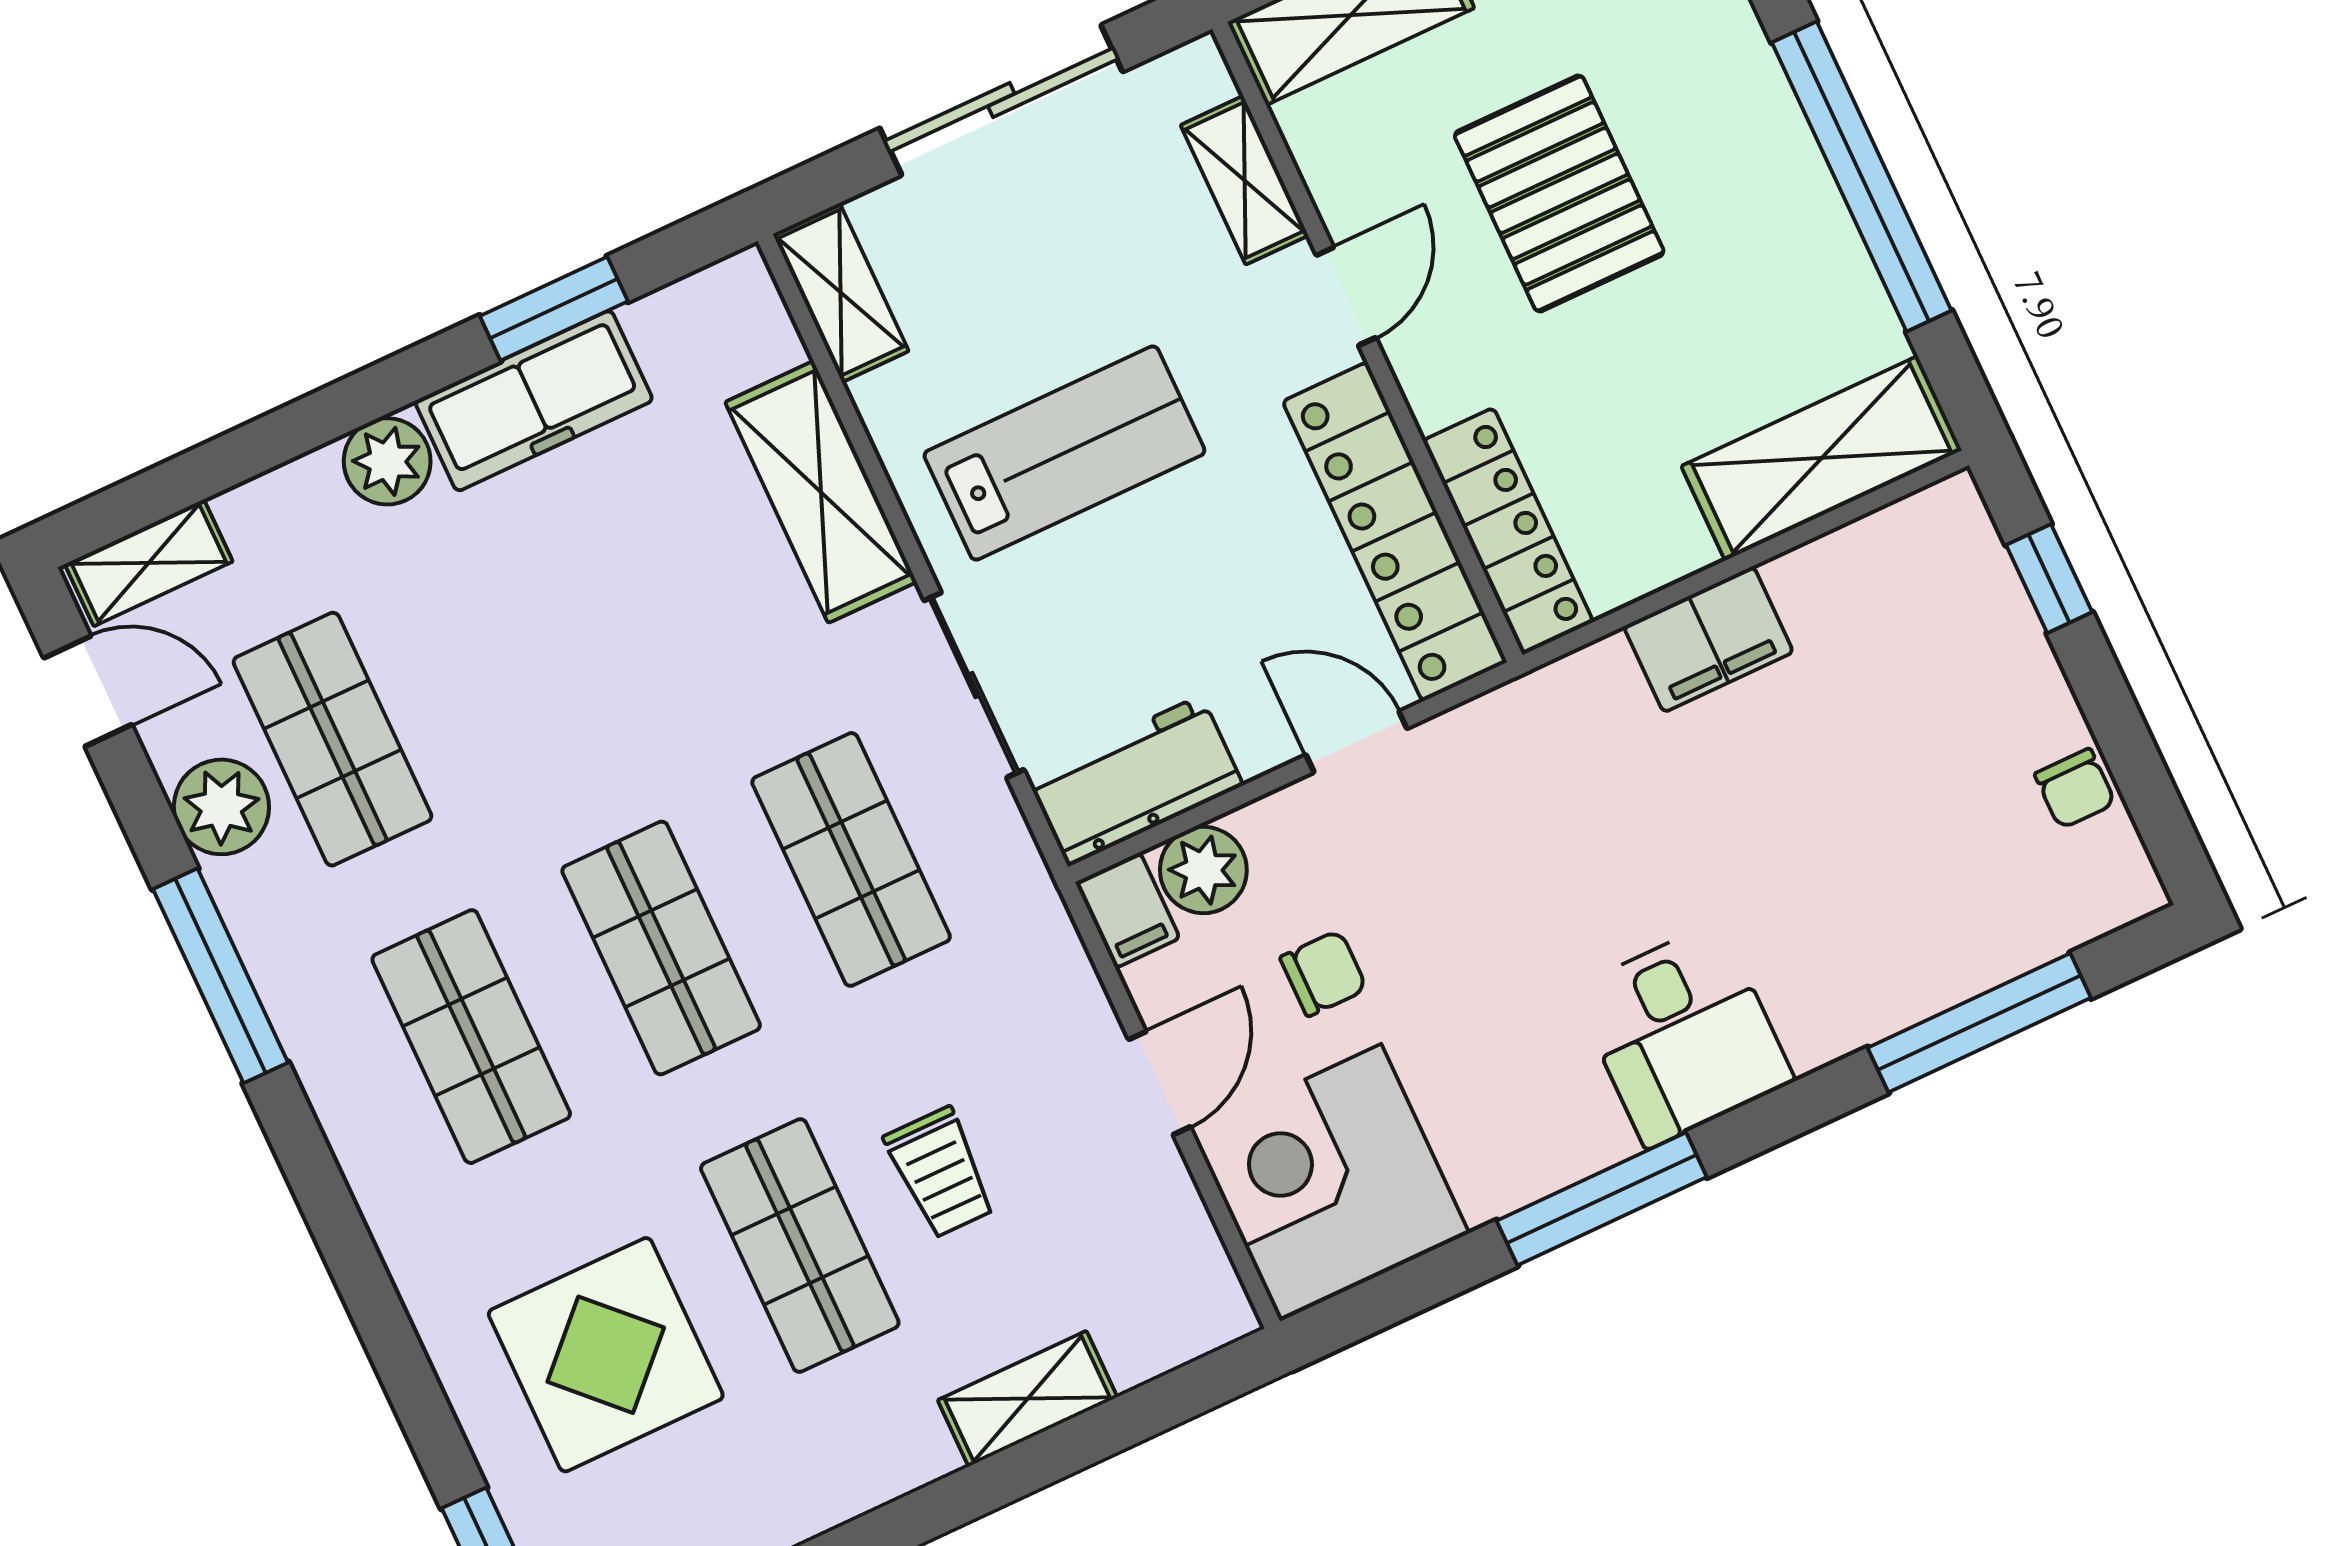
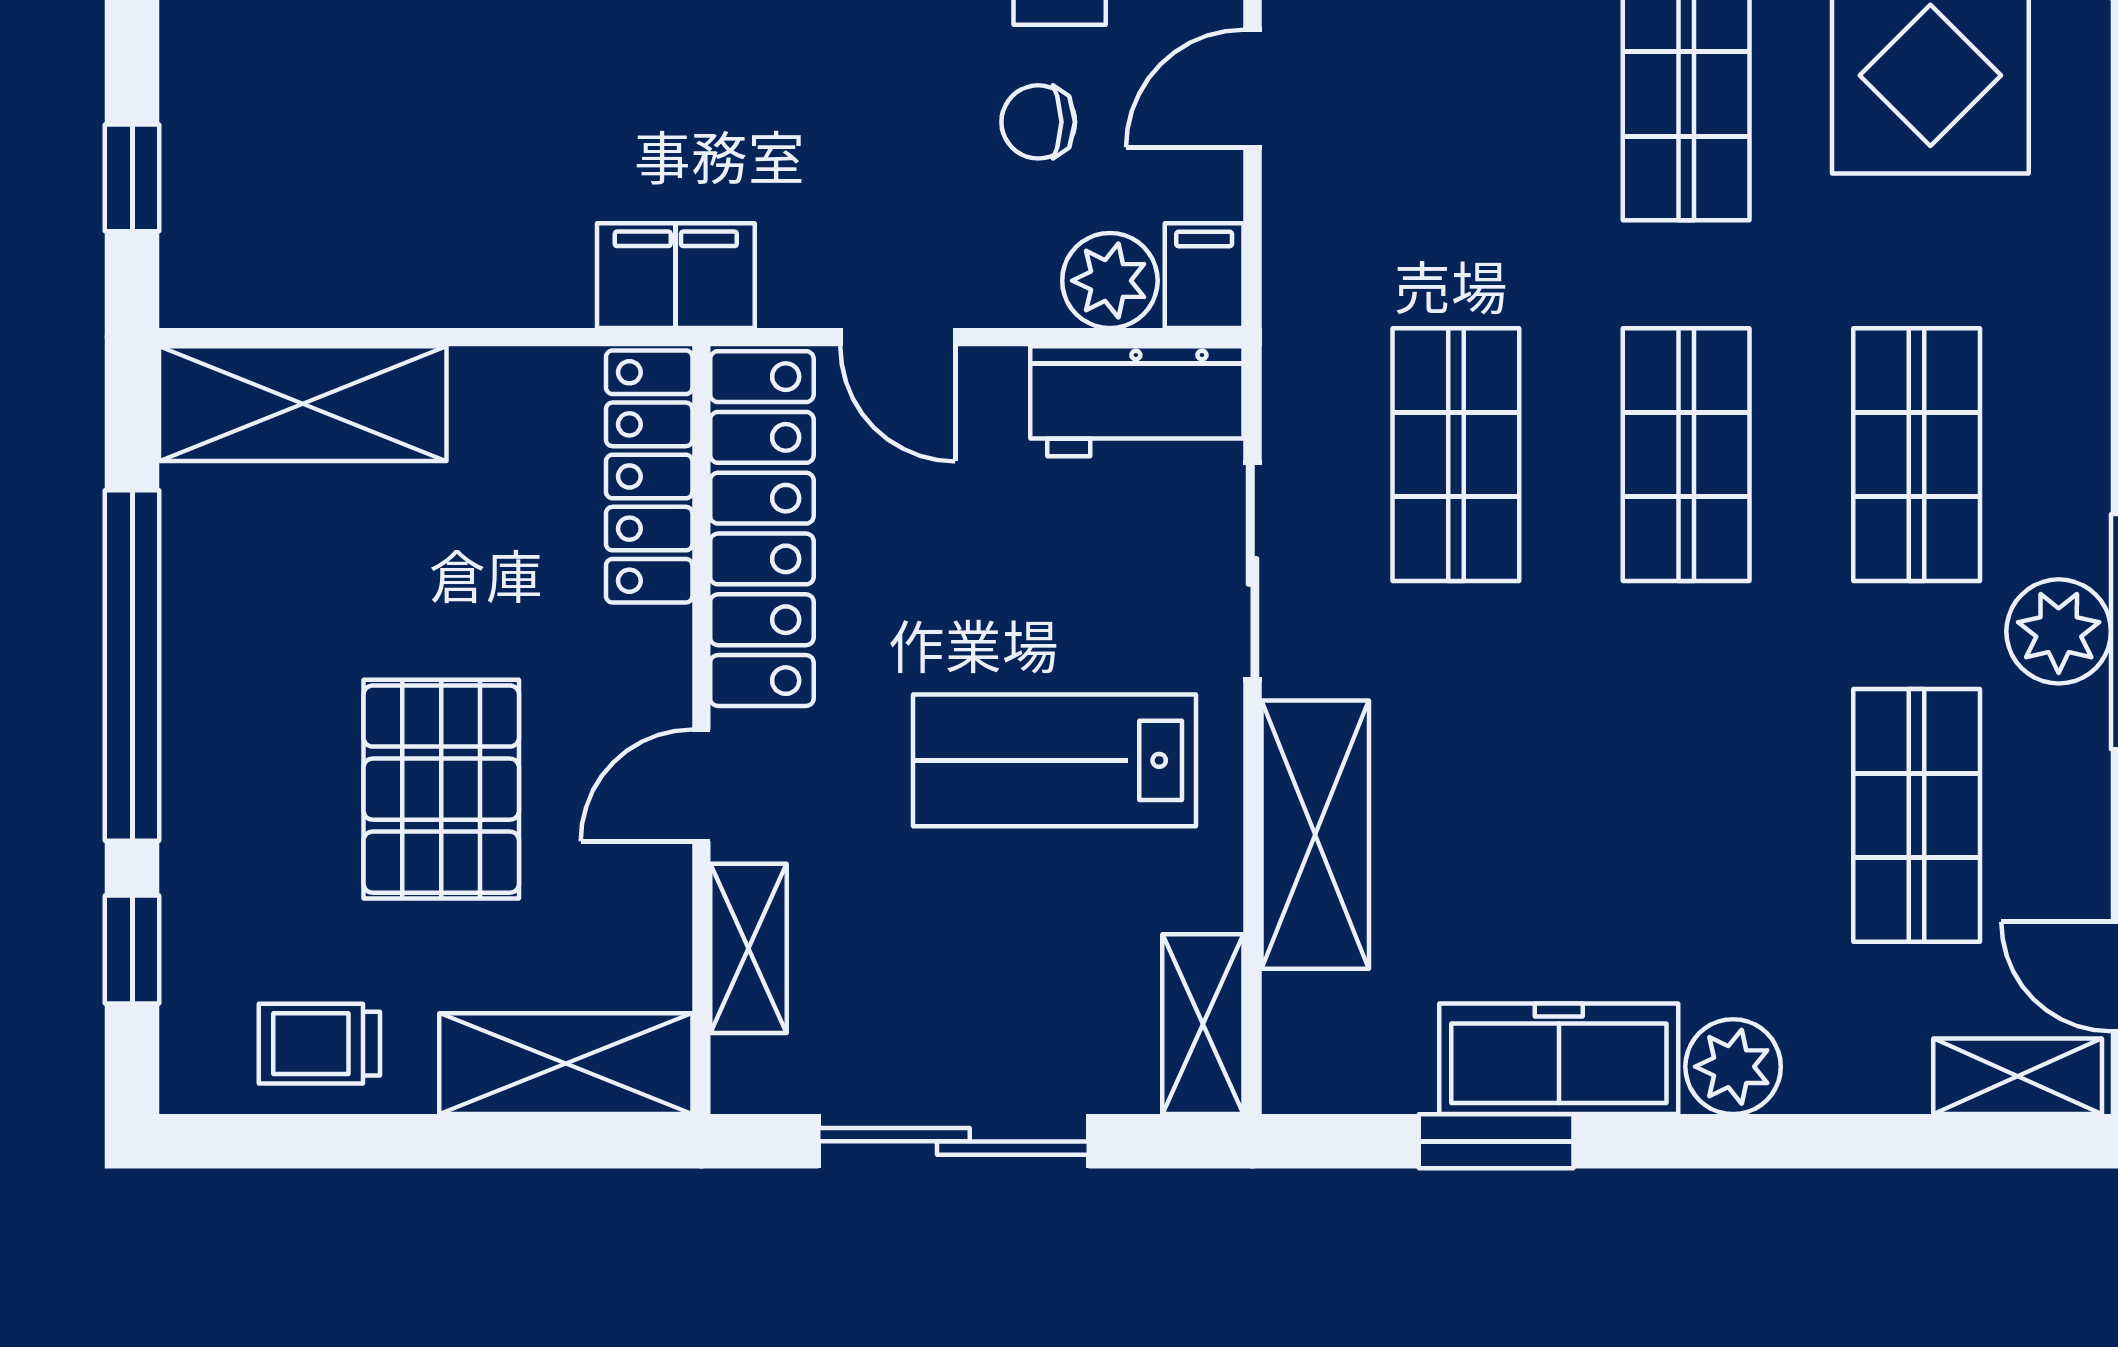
filing cabinet: (1708, 639) -> (676, 276), moved
plant: (221, 807) -> (2059, 631), moved
trolley: (940, 1173) -> (1512, 101), removed

